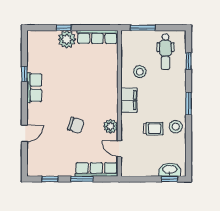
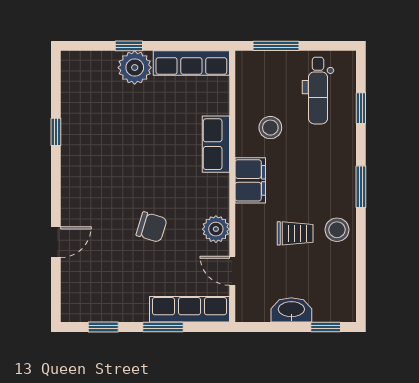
row of seats: (34, 88) -> (216, 144), moved, turned 180
washbasin: (170, 170) -> (291, 310), moved

